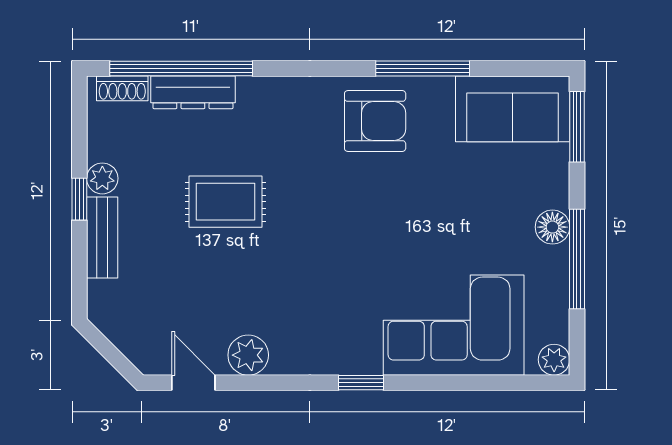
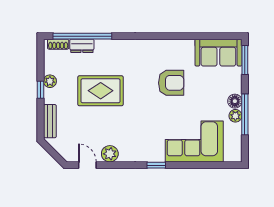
window: (423, 69) -> (181, 36), removed
dresser: (193, 92) -> (82, 46), width x0.70
armchair: (375, 121) -> (171, 83), moved
rug: (225, 202) -> (101, 91), width x1.36, depth x1.43
bench: (102, 238) -> (50, 121), moved
plant: (554, 360) -> (235, 116), moved

